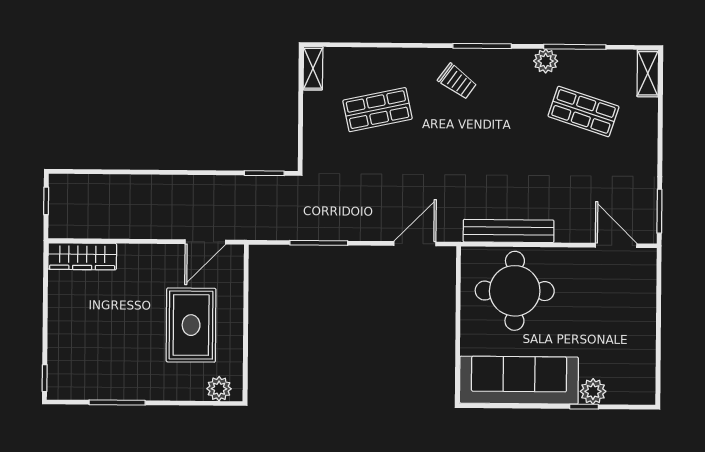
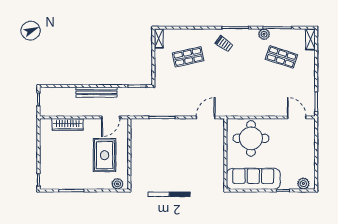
bench: (509, 231) -> (97, 92), moved
wardrobe: (82, 256) -> (68, 124), moved
plant: (593, 391) -> (303, 184), moved

